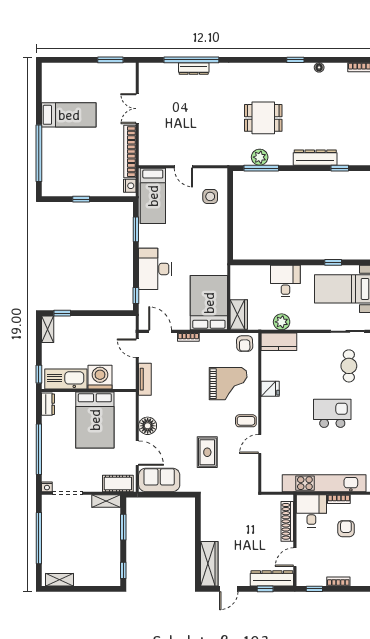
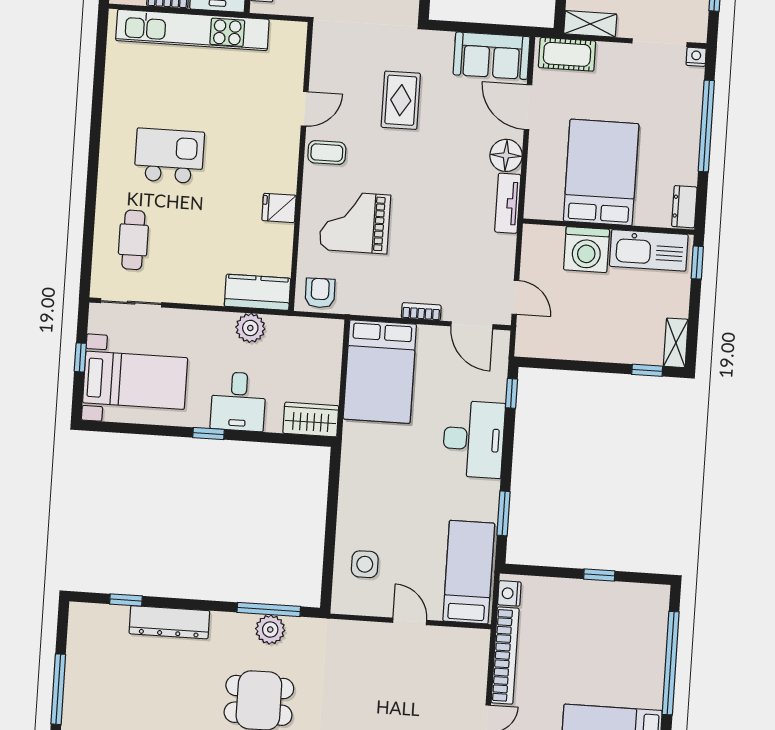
window: (333, 262) -> (209, 434), moved
wardrobe: (239, 314) -> (311, 419), moved, turned 90
tv unit: (145, 379) -> (508, 203), moved
kitchen island: (332, 413) -> (169, 156), turned 180

